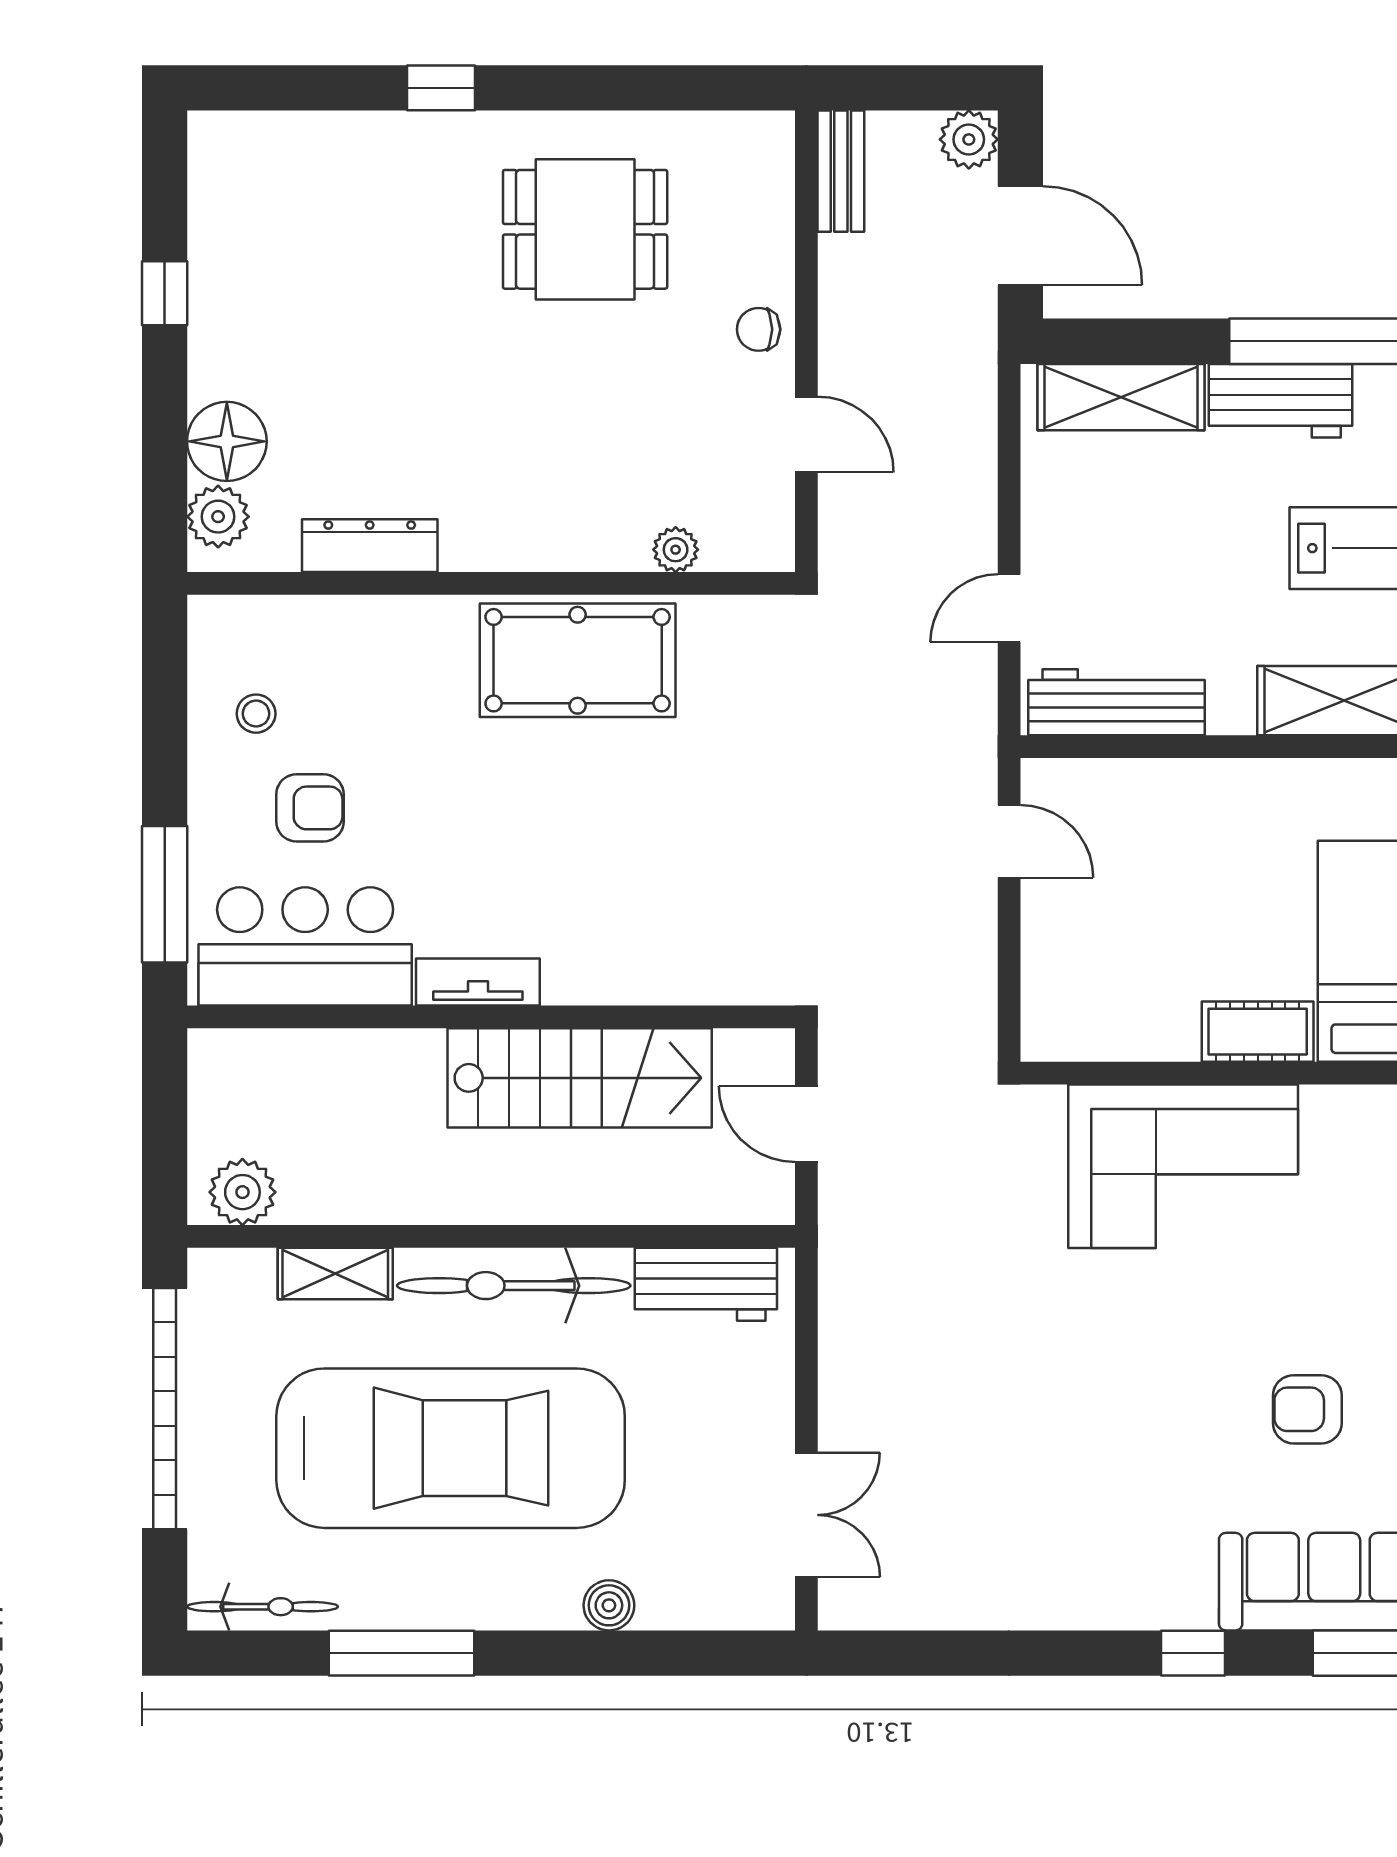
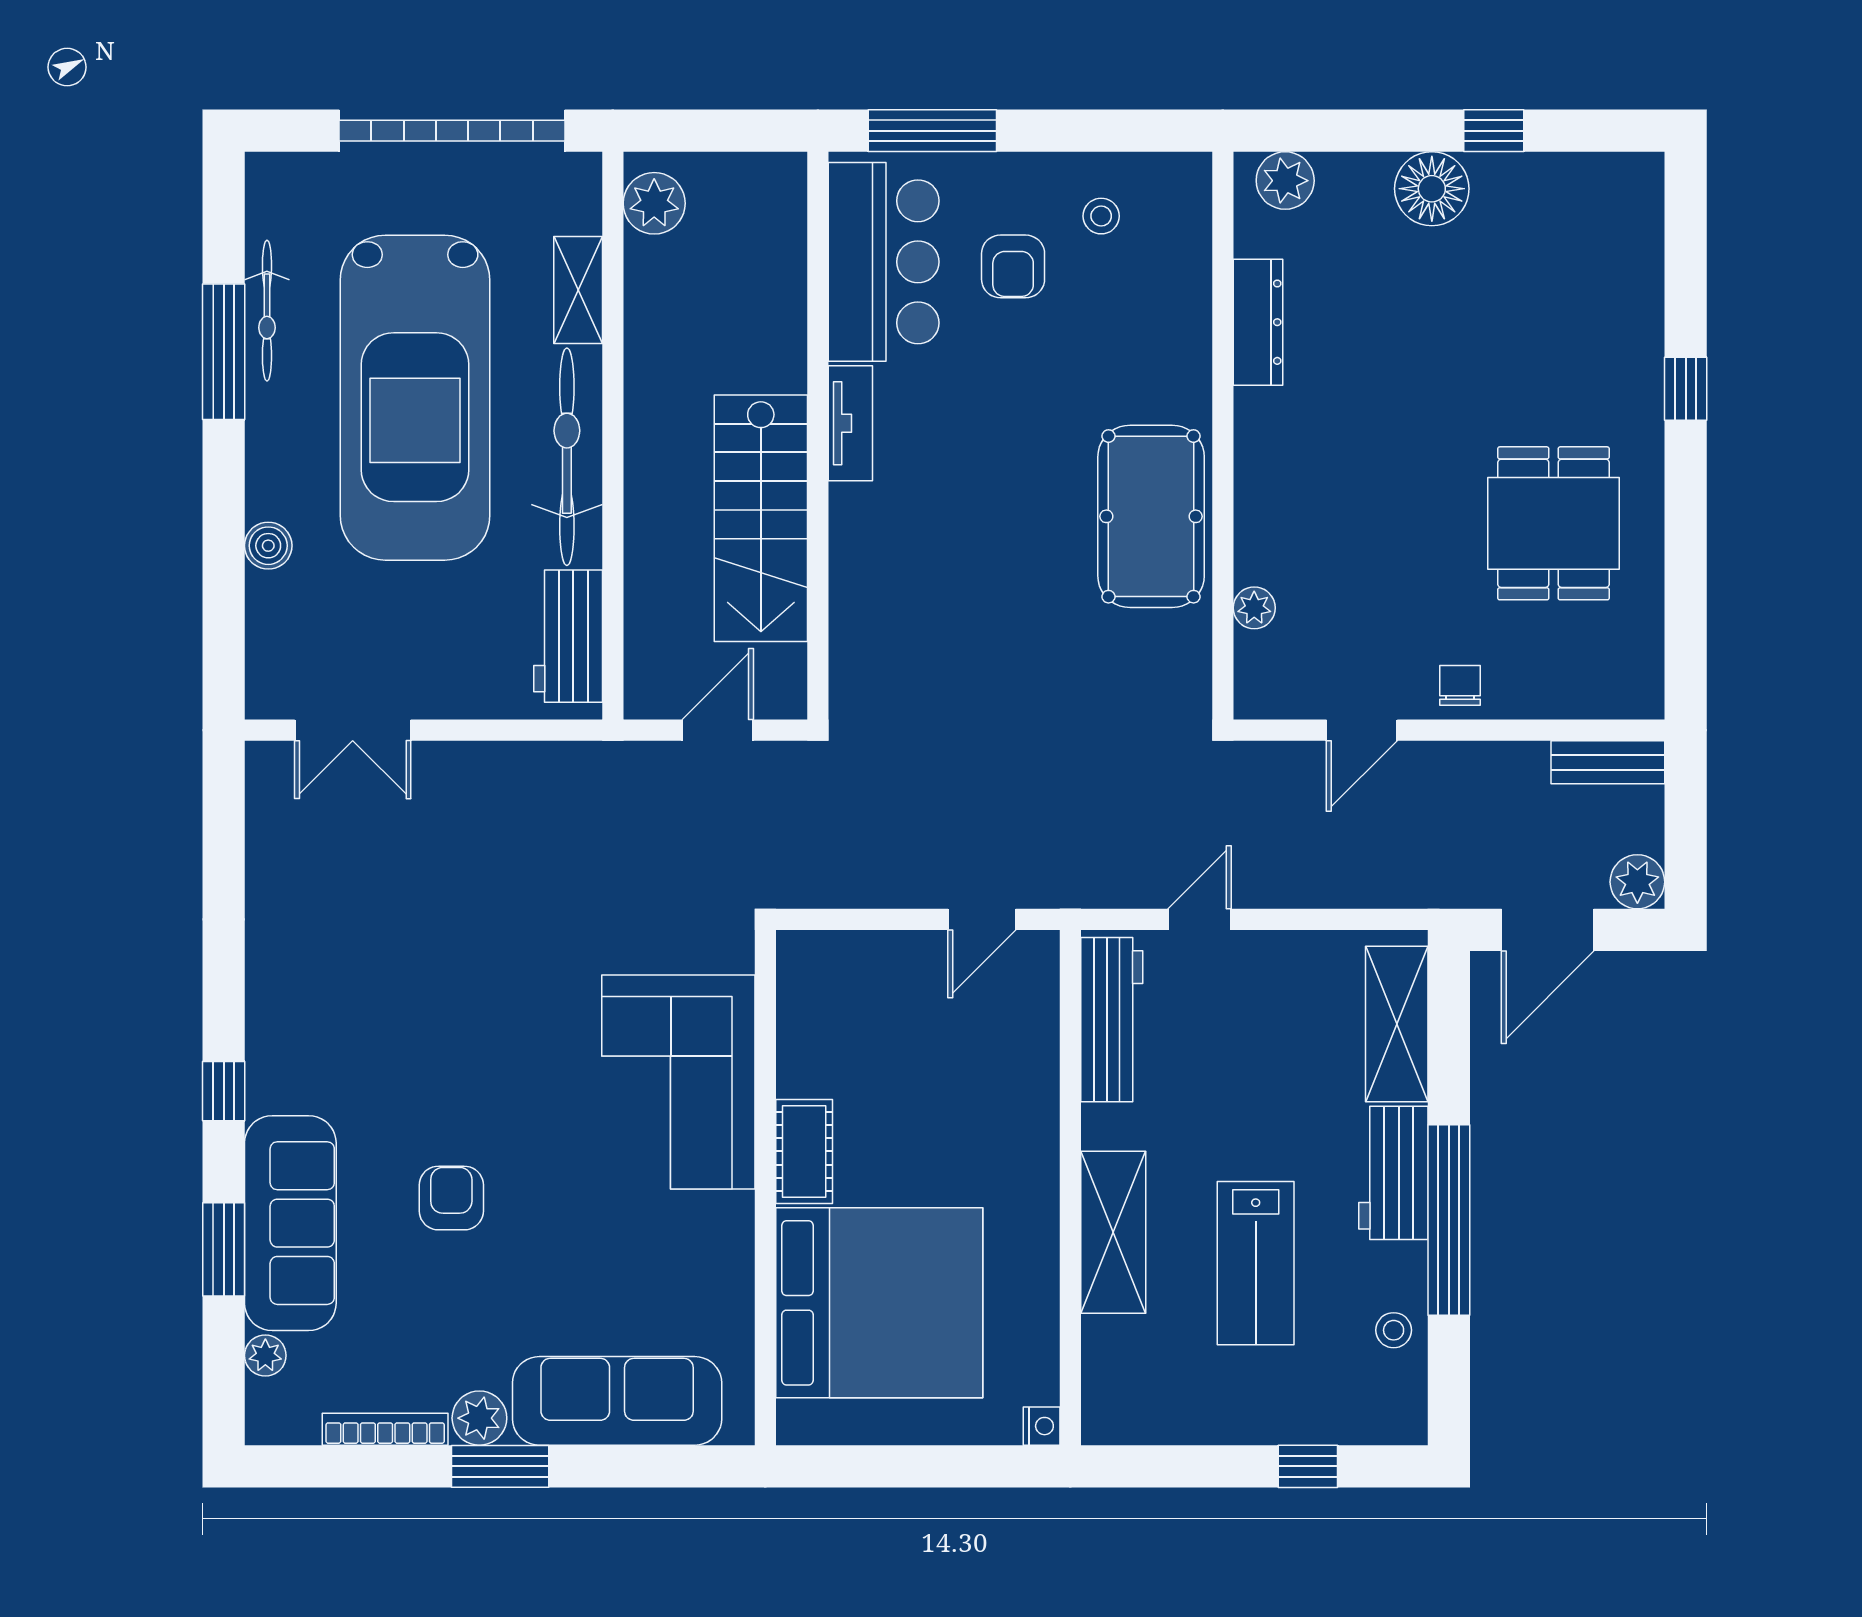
floor lamp: (227, 441) -> (1432, 189), moved
door: (1009, 608) -> (1200, 919), hinge flipped
bicycle: (263, 1607) -> (267, 311), moved

